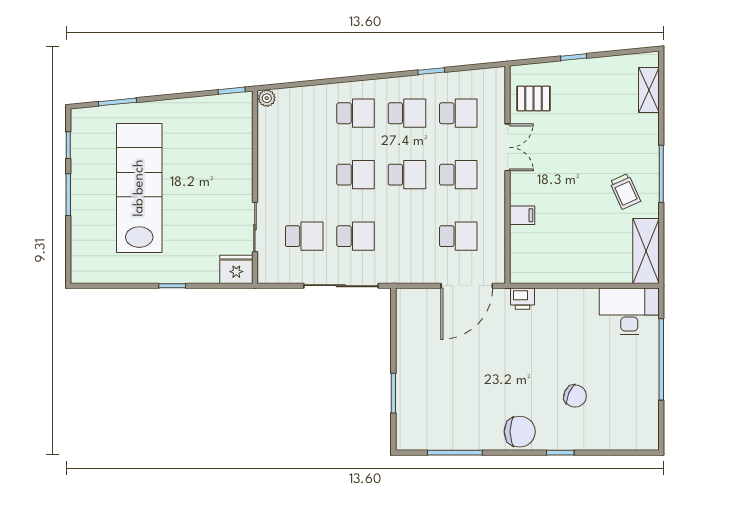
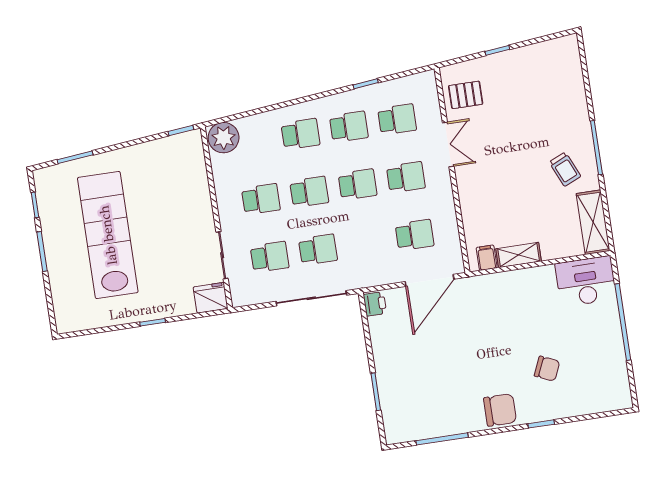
shelving: (649, 90) -> (519, 255), moved, turned 90
plant: (267, 98) -> (224, 138), width x1.87, depth x1.87
school desk: (304, 175) -> (261, 199), added
filing cabinet: (522, 215) -> (487, 258), moved, turned -90
printer: (523, 299) -> (375, 304), moved, turned -90

